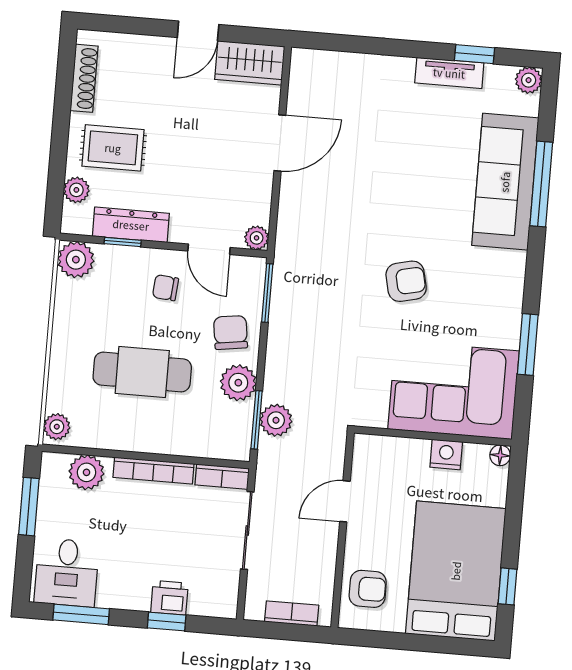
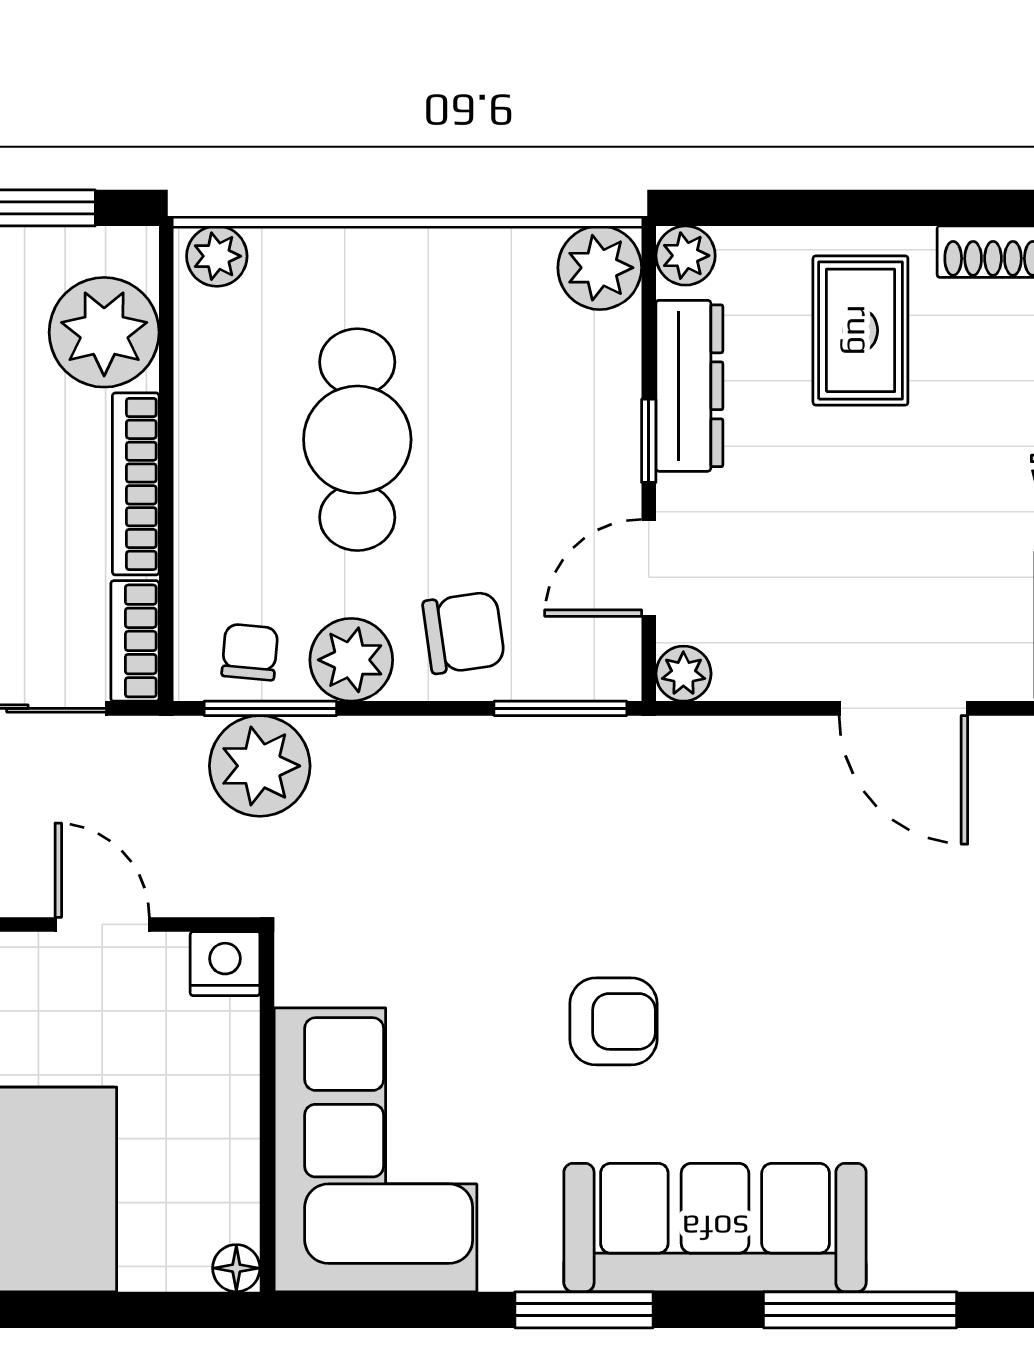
sofa: (505, 182) -> (715, 1228), moved
plant: (76, 190) -> (686, 256), moved
window: (123, 242) -> (649, 441), moved
armchair: (406, 281) -> (614, 1021), turned -77
chair: (166, 288) -> (250, 652), moved
window: (528, 345) -> (584, 1310), moved
plant: (276, 420) -> (260, 766), width x1.36, depth x1.36
nightstand: (446, 455) -> (225, 964), moved, turned -90
plant: (86, 472) -> (104, 332), width x1.36, depth x1.36

